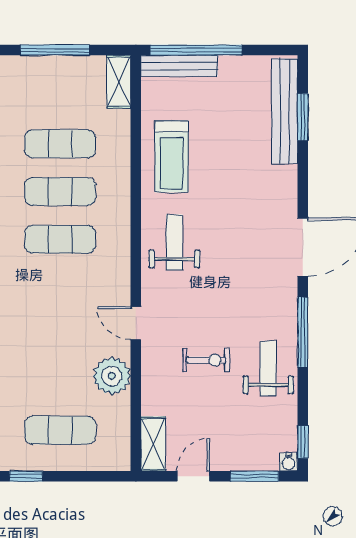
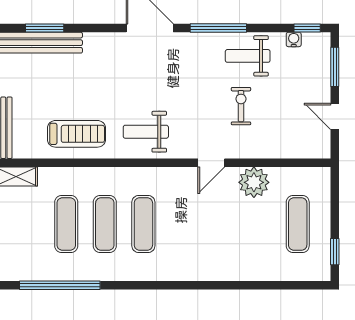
shelving: (153, 444) -> (309, 149), removed
water cooler: (289, 462) -> (294, 39), moved, turned -90

